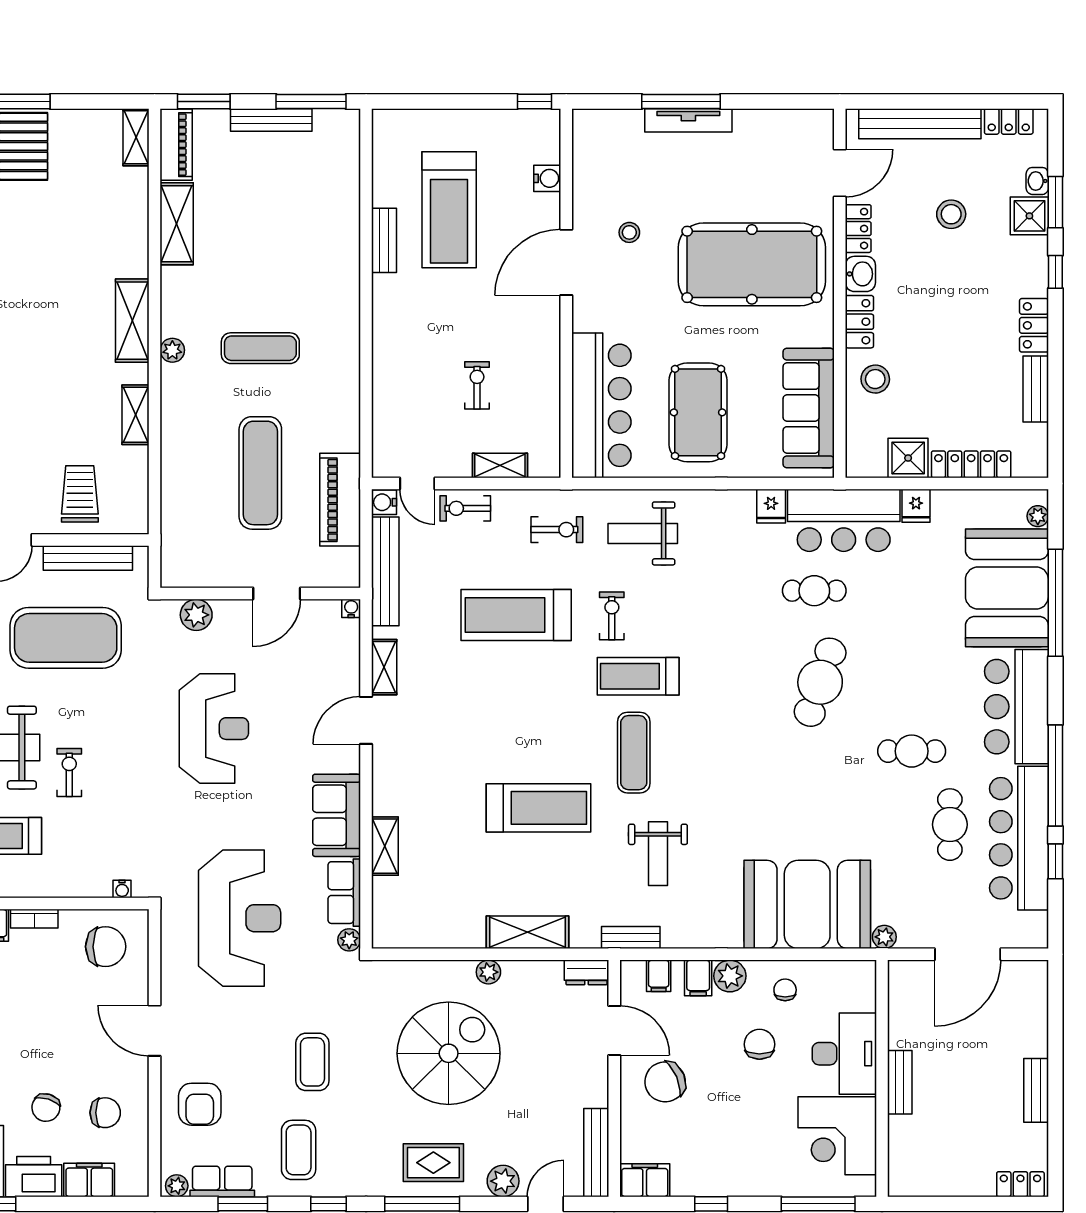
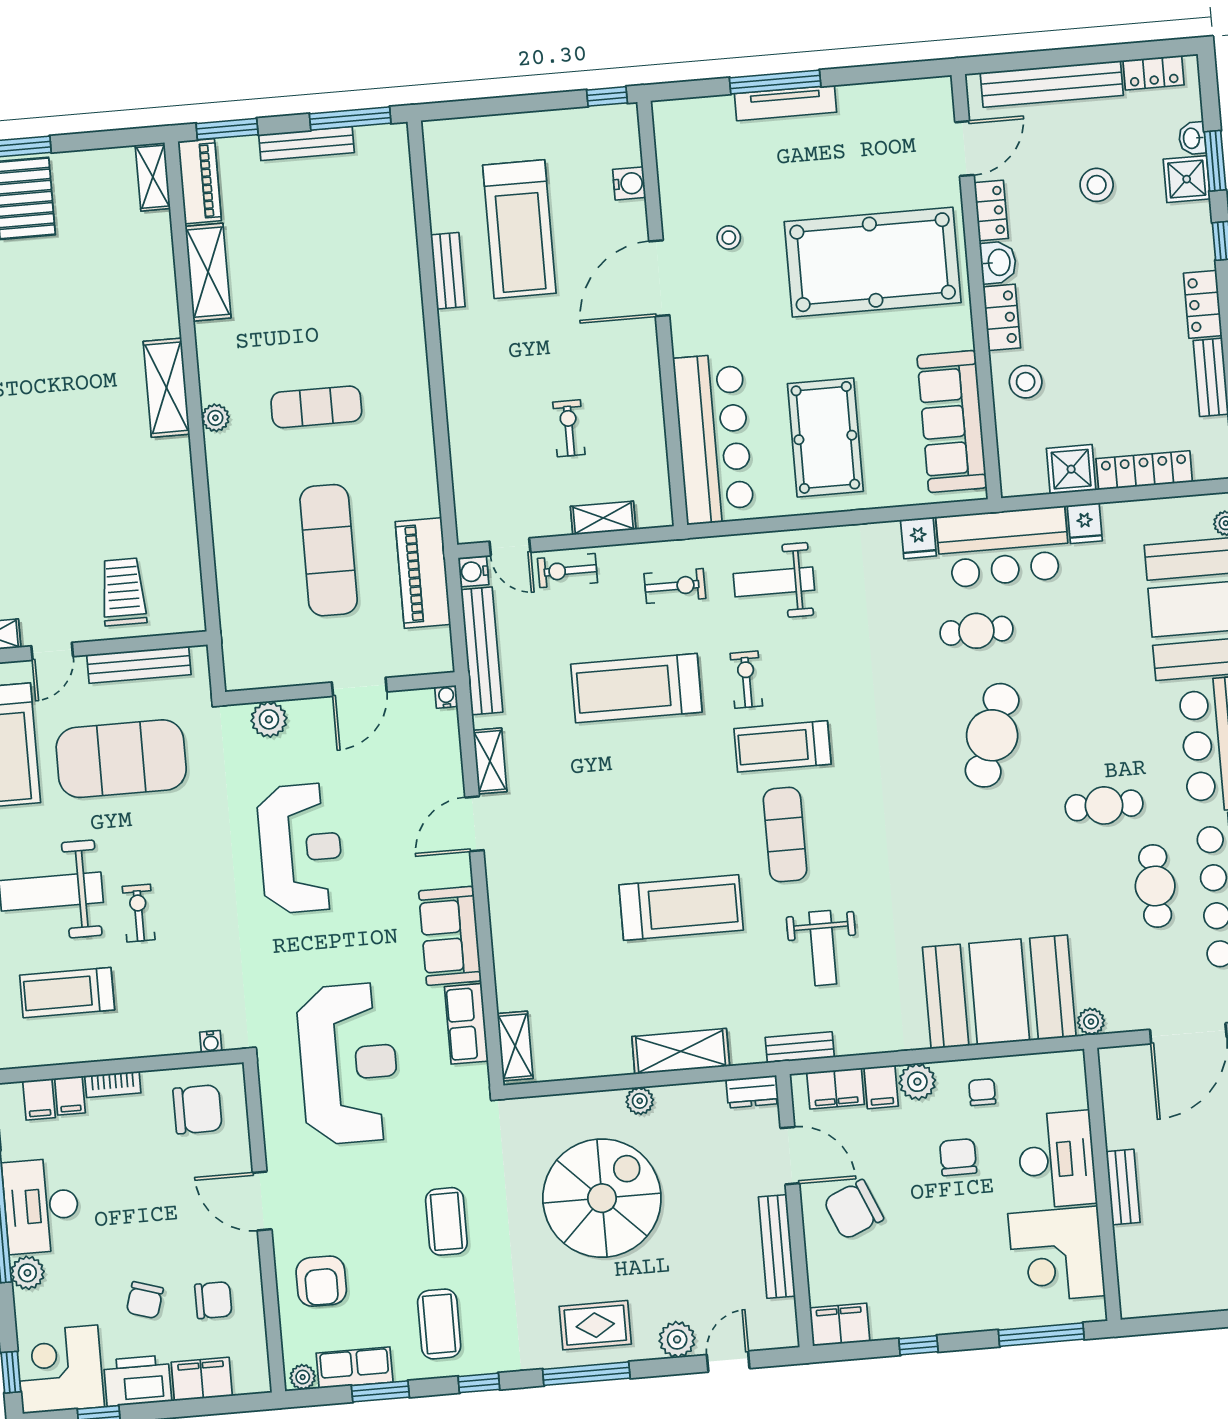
shelving: (136, 415) -> (180, 496), removed
shelving: (385, 846) -> (515, 1046), moved
plant: (349, 940) -> (477, 1078), removed
filing cabinet: (659, 976) -> (836, 1089), width x2.00
bench: (596, 1153) -> (777, 1246), moved

